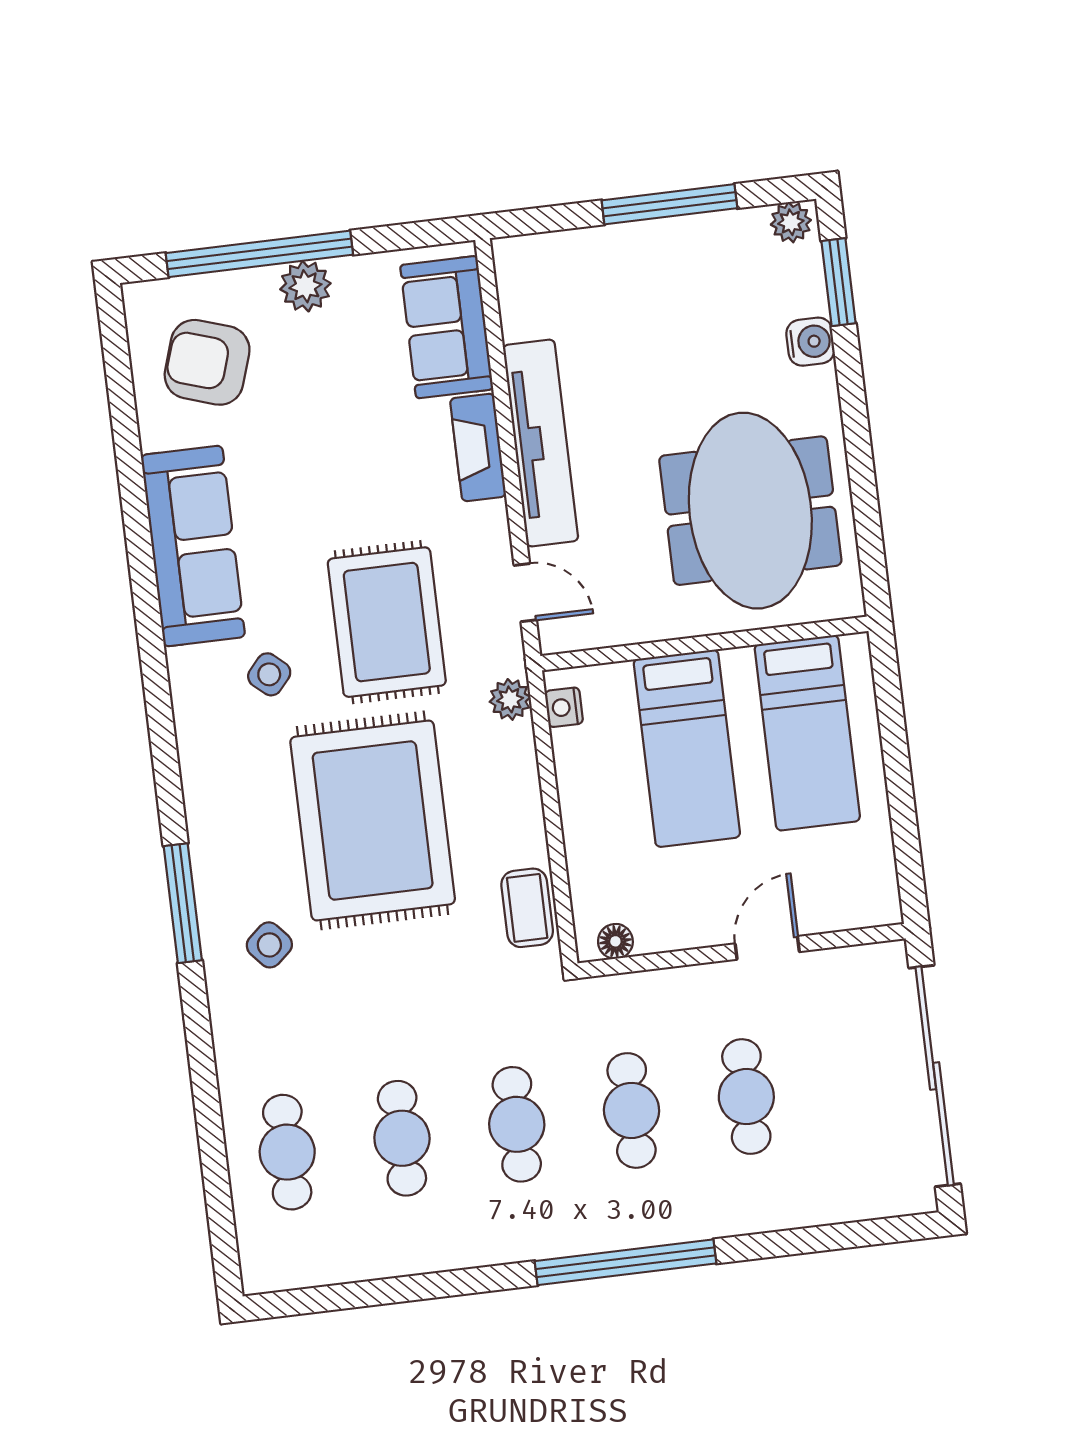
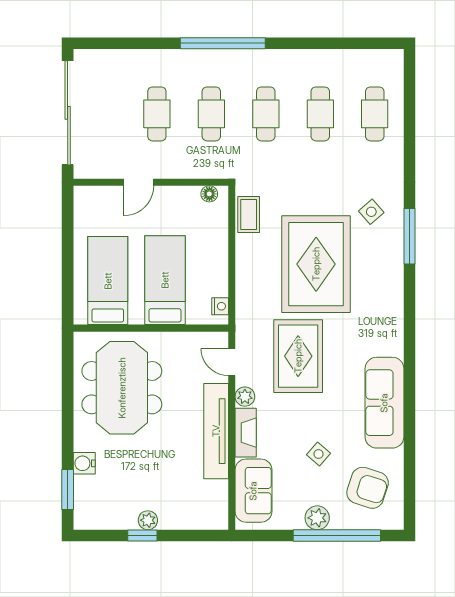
window: (669, 204) -> (142, 536), width x0.46
plant: (791, 222) -> (148, 520), moved
side table: (269, 674) -> (318, 454), moved
plant: (510, 699) -> (245, 397), moved

